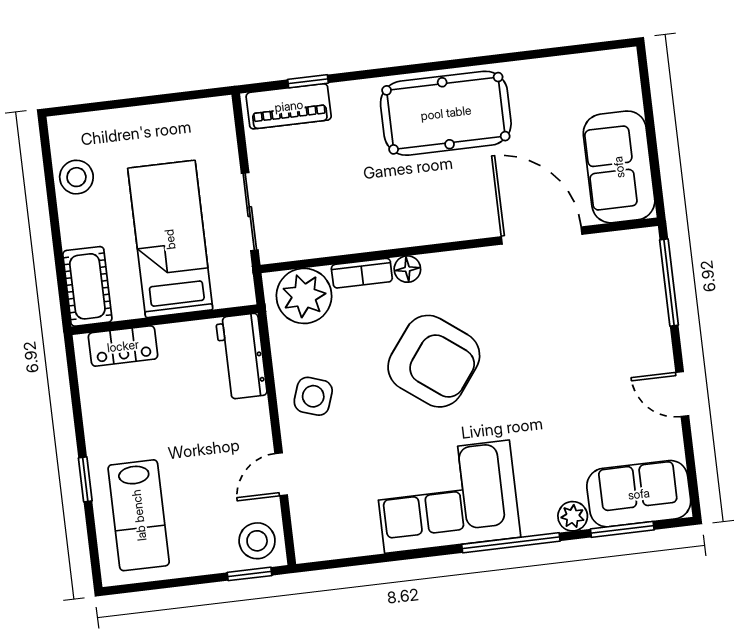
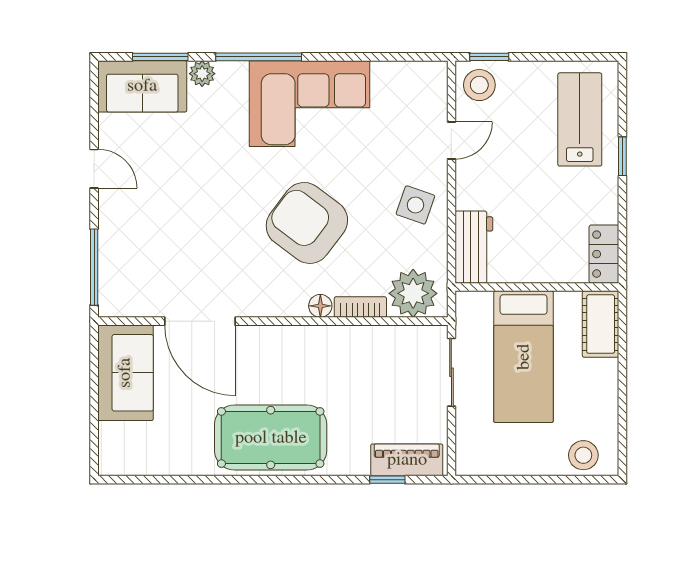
stool: (76, 177) -> (583, 455), moved
locker: (123, 346) -> (604, 254), moved, turned -90

